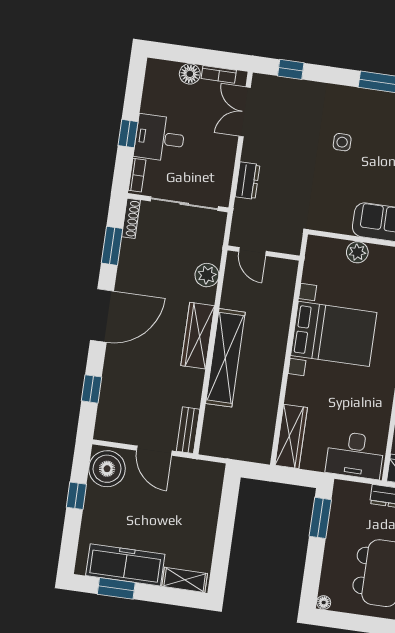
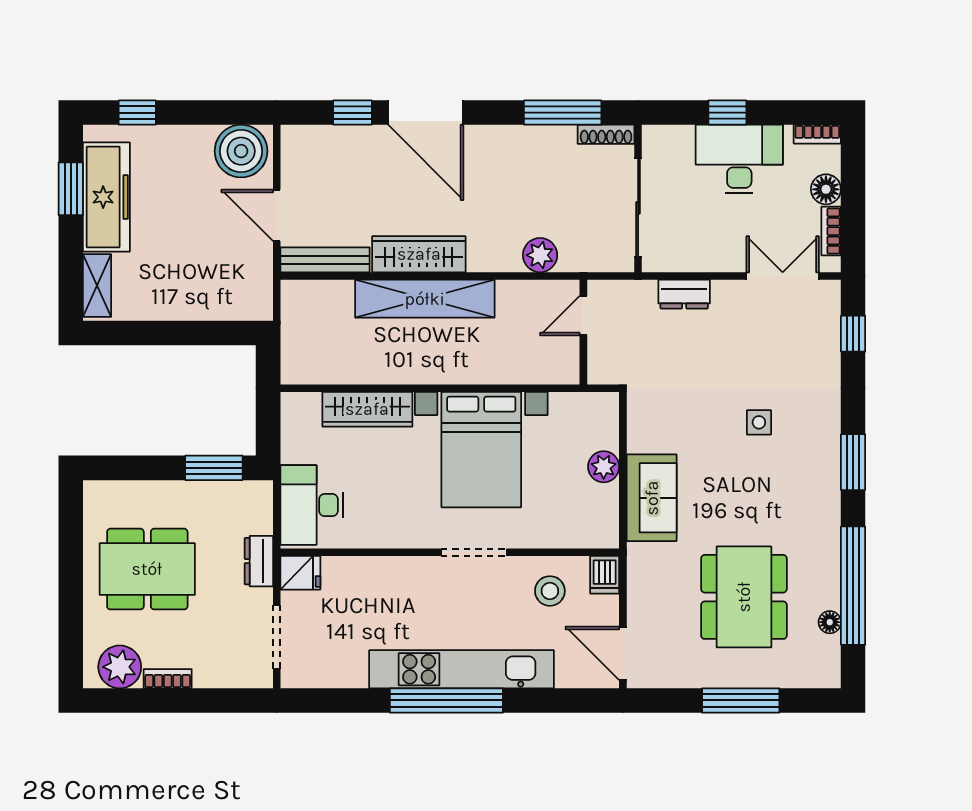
desk: (160, 138) -> (739, 159), width x1.37
bookcase: (137, 175) -> (817, 134), moved
window: (112, 246) -> (563, 113), width x1.44
door: (102, 316) -> (426, 113), moved
wardrobe: (198, 336) -> (419, 254), moved
bench: (188, 430) -> (325, 260), width x1.36
wardrobe: (291, 436) -> (367, 409), moved
door: (154, 451) -> (277, 215), hinge flipped
window: (76, 496) -> (137, 113), moved
floor lamp: (324, 602) -> (93, 490), removed

